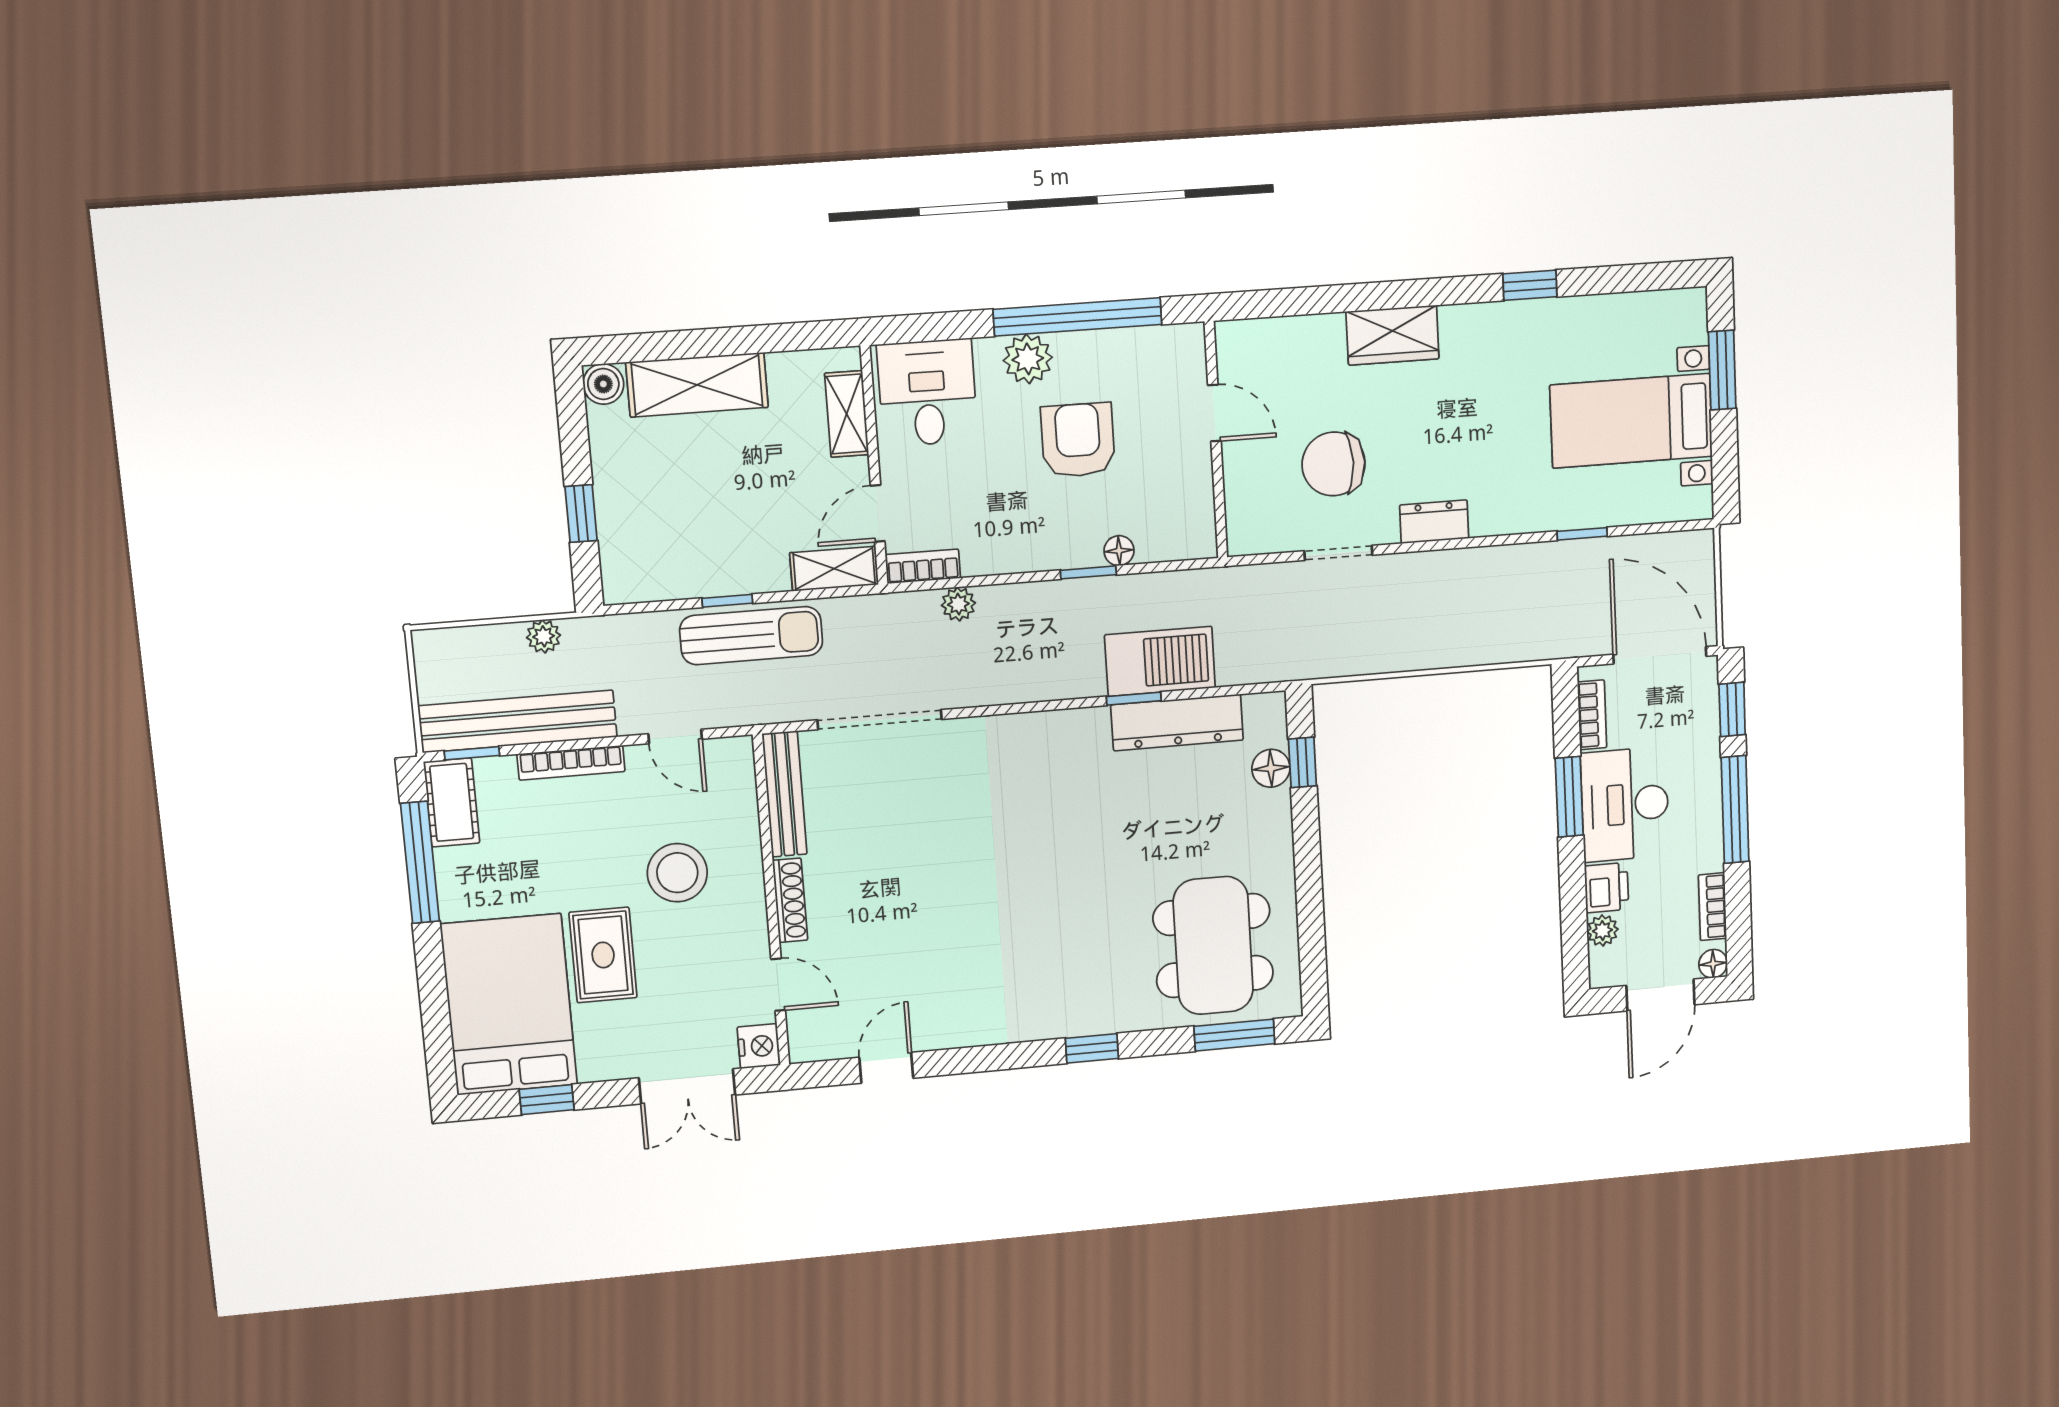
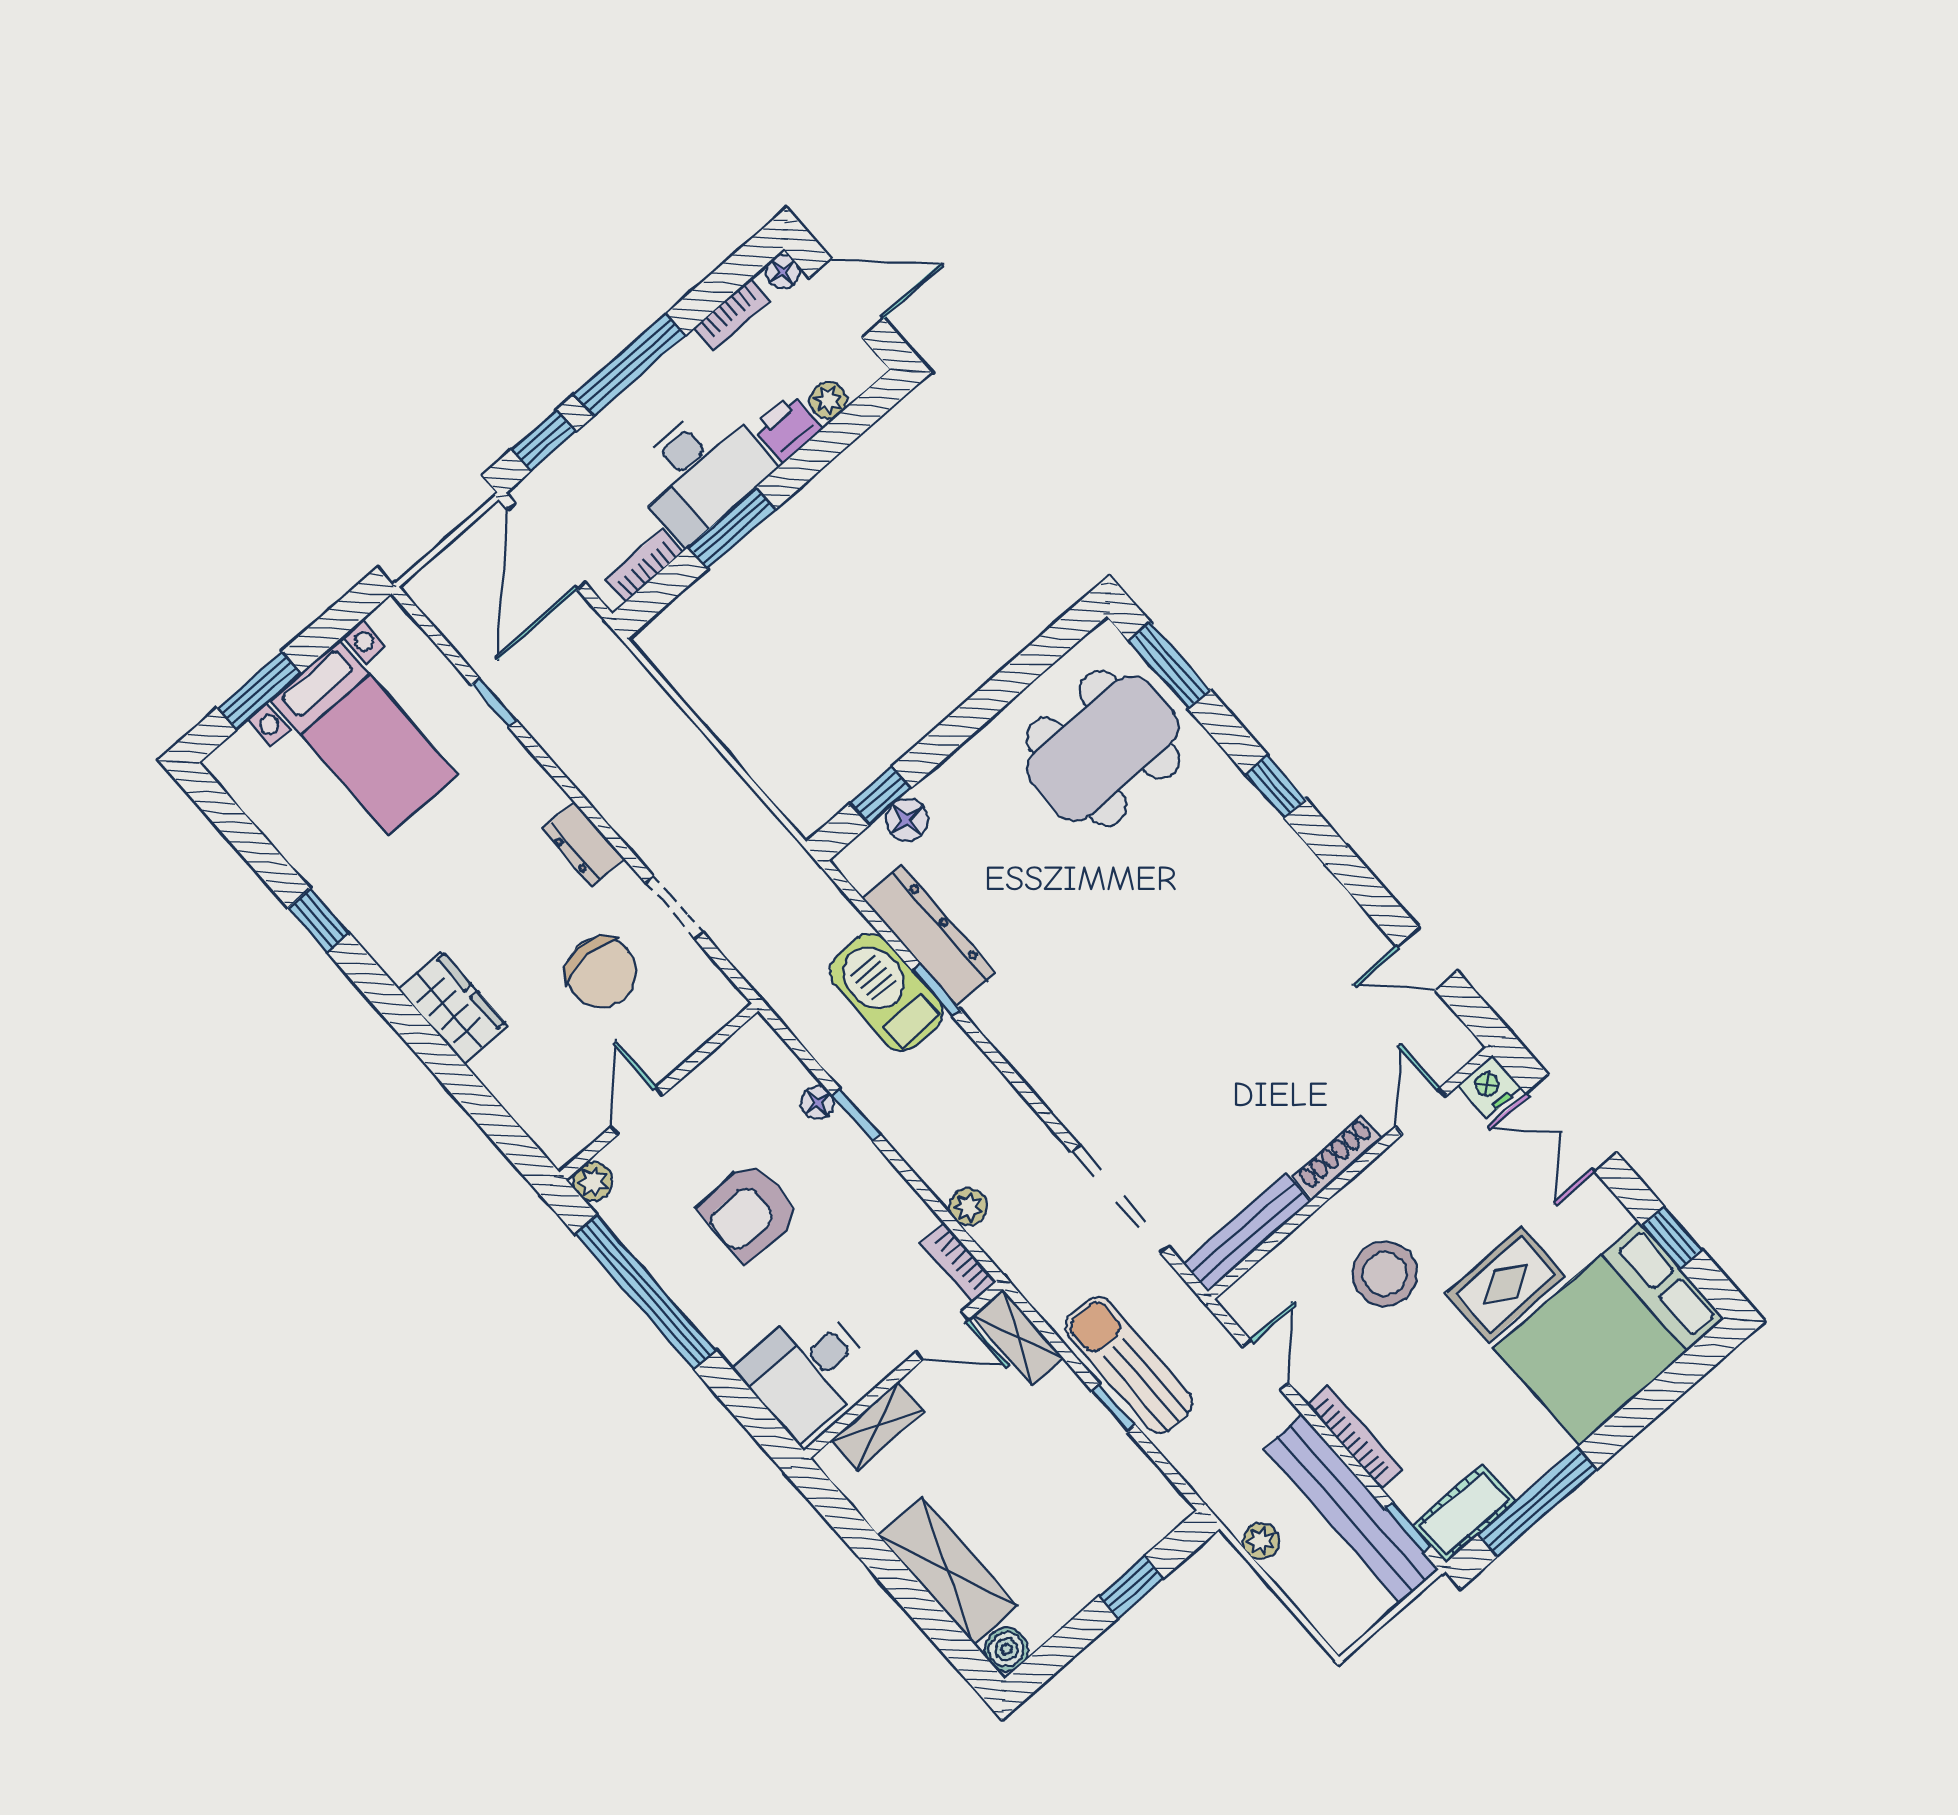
plant: (1028, 359) -> (593, 1182), moved, width x0.73, depth x0.73
double door: (687, 1086) -> (1571, 1123), swing flipped

